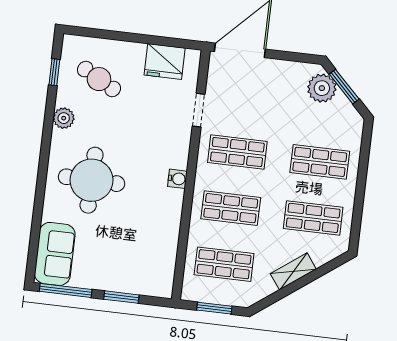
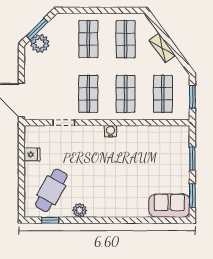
fridge: (165, 61) -> (32, 154), width x0.53, depth x0.75
cafe table: (99, 79) -> (51, 190), width x1.37, depth x1.35
round table: (92, 180) -> (118, 187), removed
window: (66, 290) -> (192, 196), width x0.69

